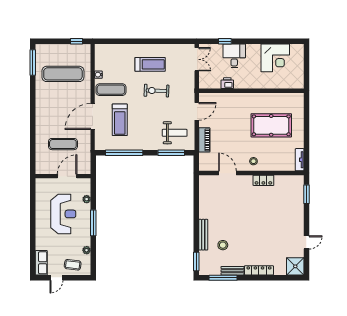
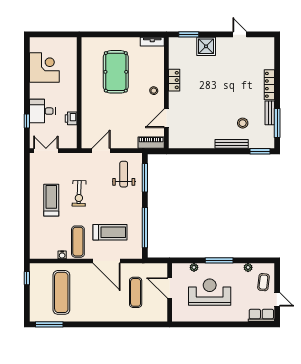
door: (197, 111) -> (101, 151), hinge flipped
piano: (204, 140) -> (151, 143), moved
shower: (295, 266) -> (206, 46), moved

